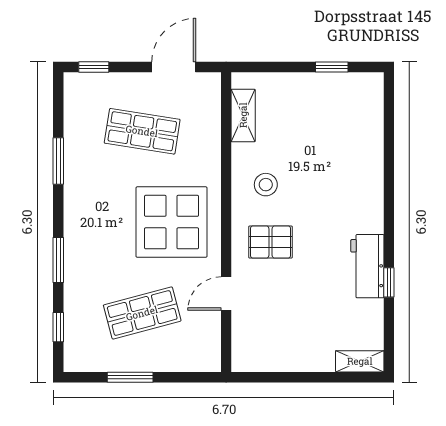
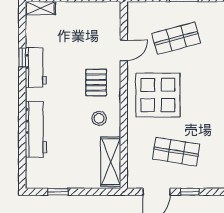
window: (94, 67) -> (190, 192), moved
shelving: (243, 115) -> (111, 161), width x1.50, depth x1.33
workbench: (367, 167) -> (36, 129), added
pallet: (271, 242) -> (96, 83), turned 90

